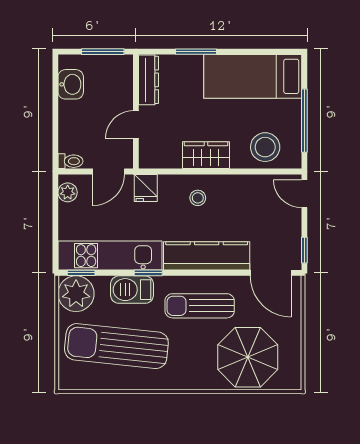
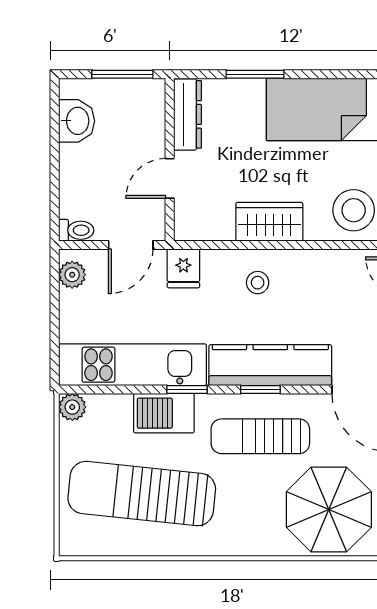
window: (81, 273) -> (260, 389), moved
plant: (76, 294) -> (72, 407), width x0.53, depth x0.53

